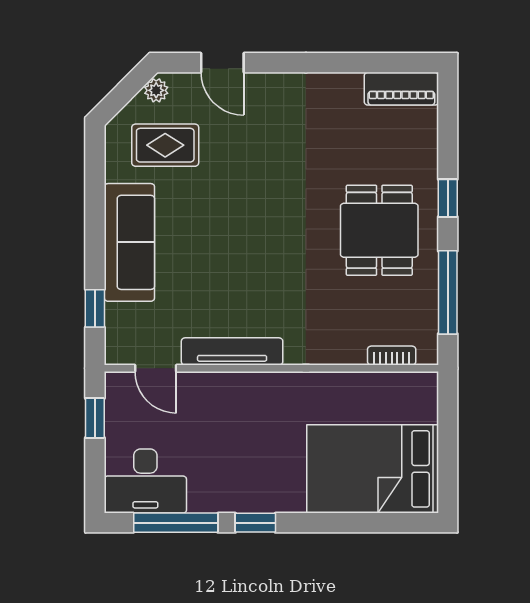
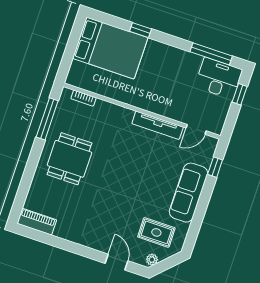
window: (448, 198) -> (32, 163), removed
door: (156, 368) -> (196, 129), swing flipped
window: (95, 418) -> (240, 94), moved
window: (255, 523) -> (140, 30), moved

